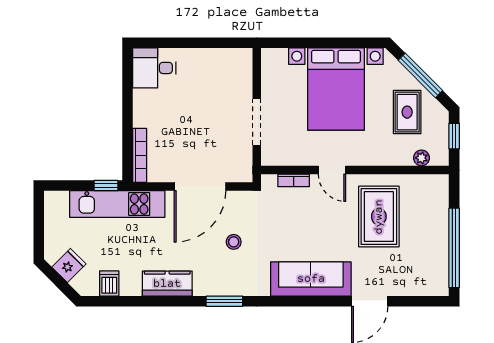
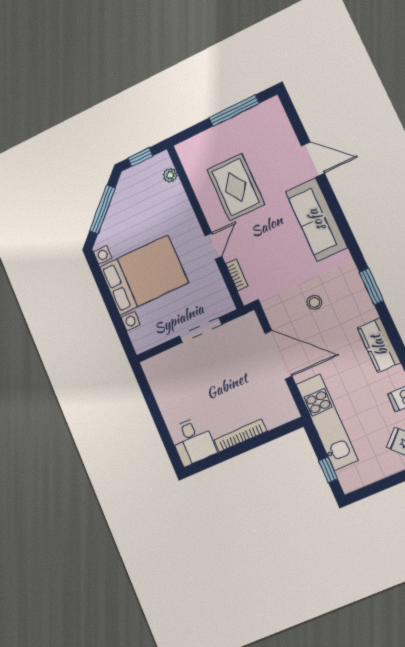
rug: (407, 112) -> (137, 206), removed
bookcase: (140, 155) -> (240, 436), moved
window: (106, 185) -> (328, 470), moved
rug: (379, 217) -> (236, 187), turned 90
window: (454, 248) -> (234, 111), width x0.68

